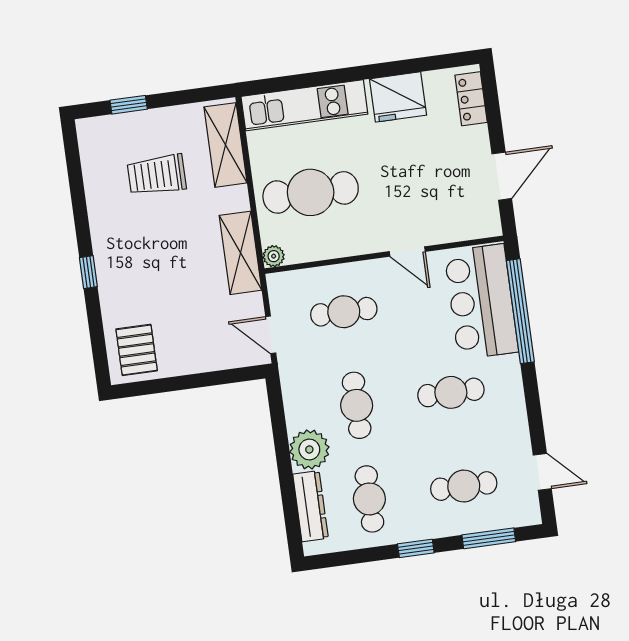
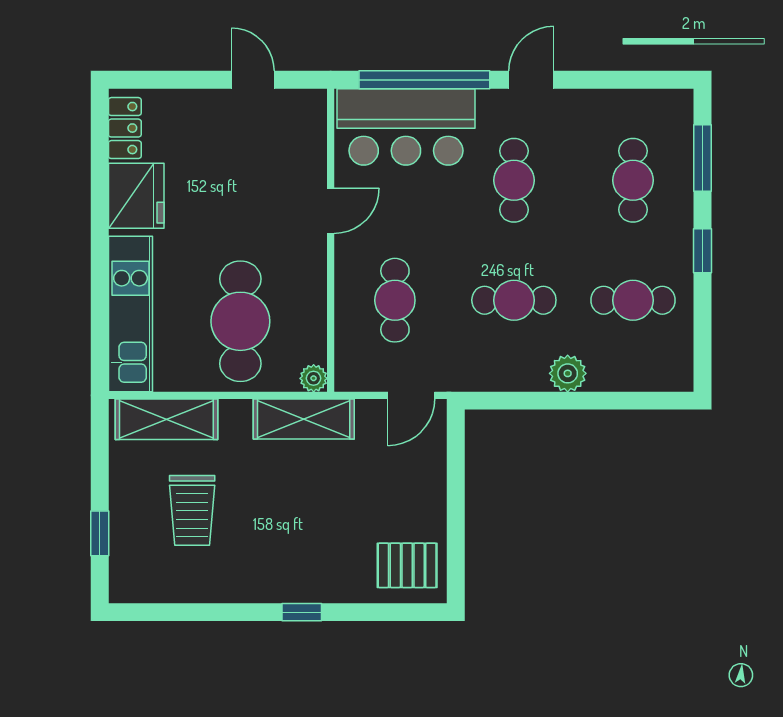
locker: (471, 99) -> (125, 128), moved, turned -90
door: (502, 176) -> (253, 80), width x0.73
plant: (309, 449) -> (568, 373), width x0.73, depth x0.73
door: (542, 472) -> (531, 80), moved
dresser: (311, 506) -> (632, 375), removed

